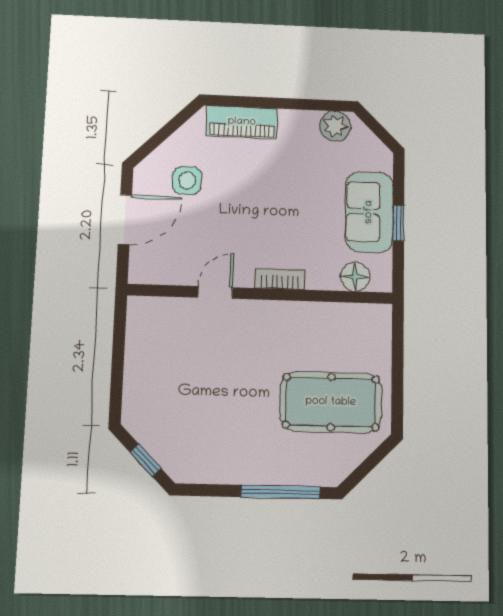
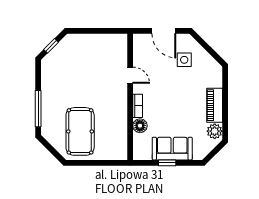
piano: (242, 122) -> (215, 105), moved
floor lamp: (355, 277) -> (140, 126), moved

